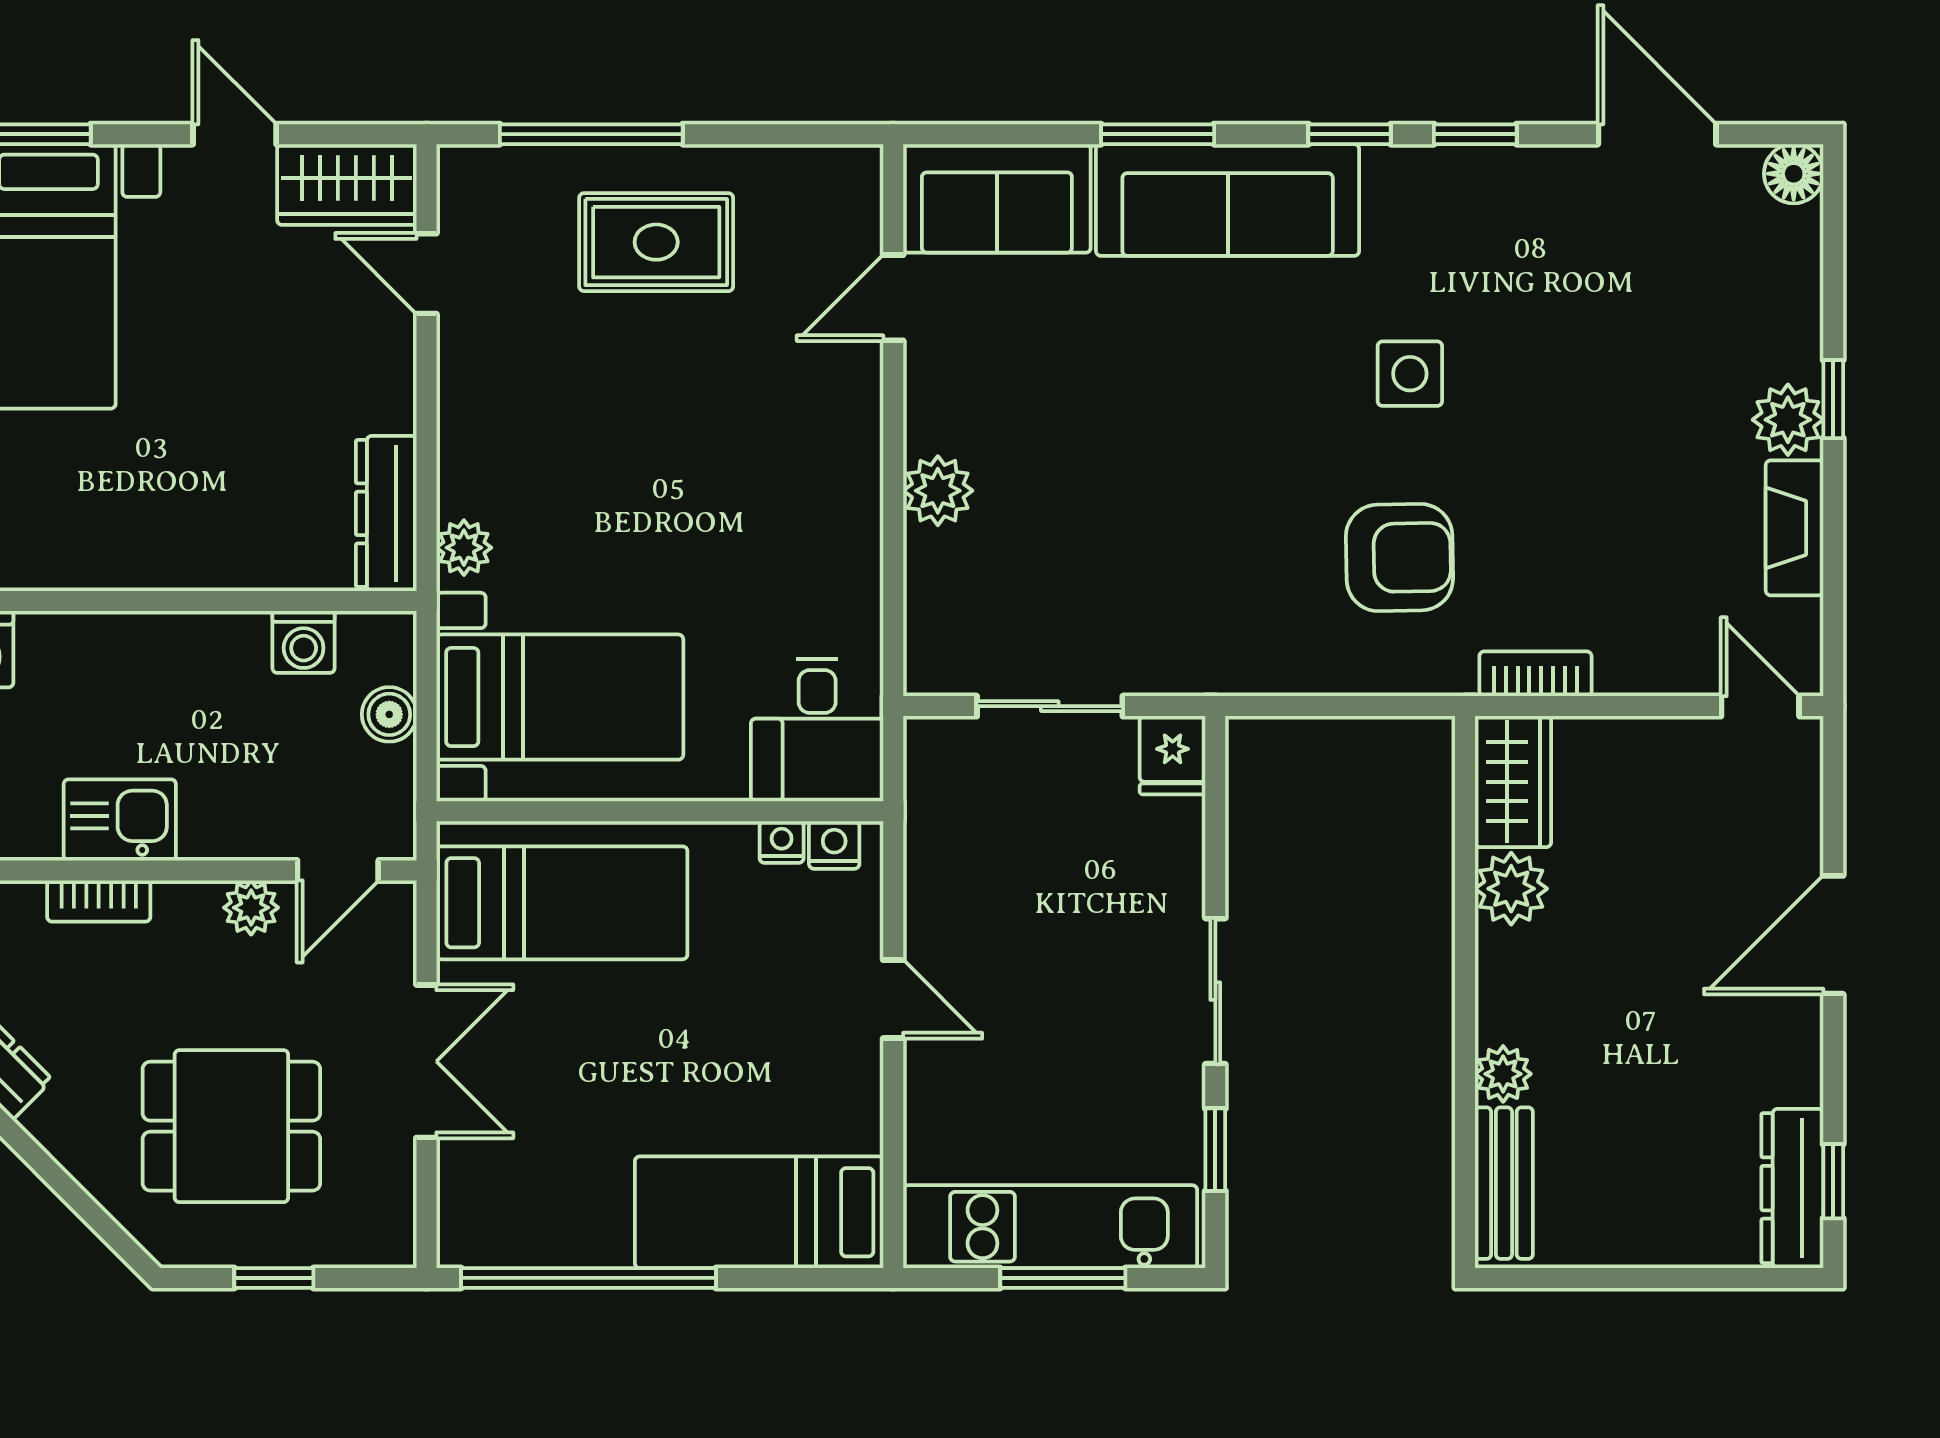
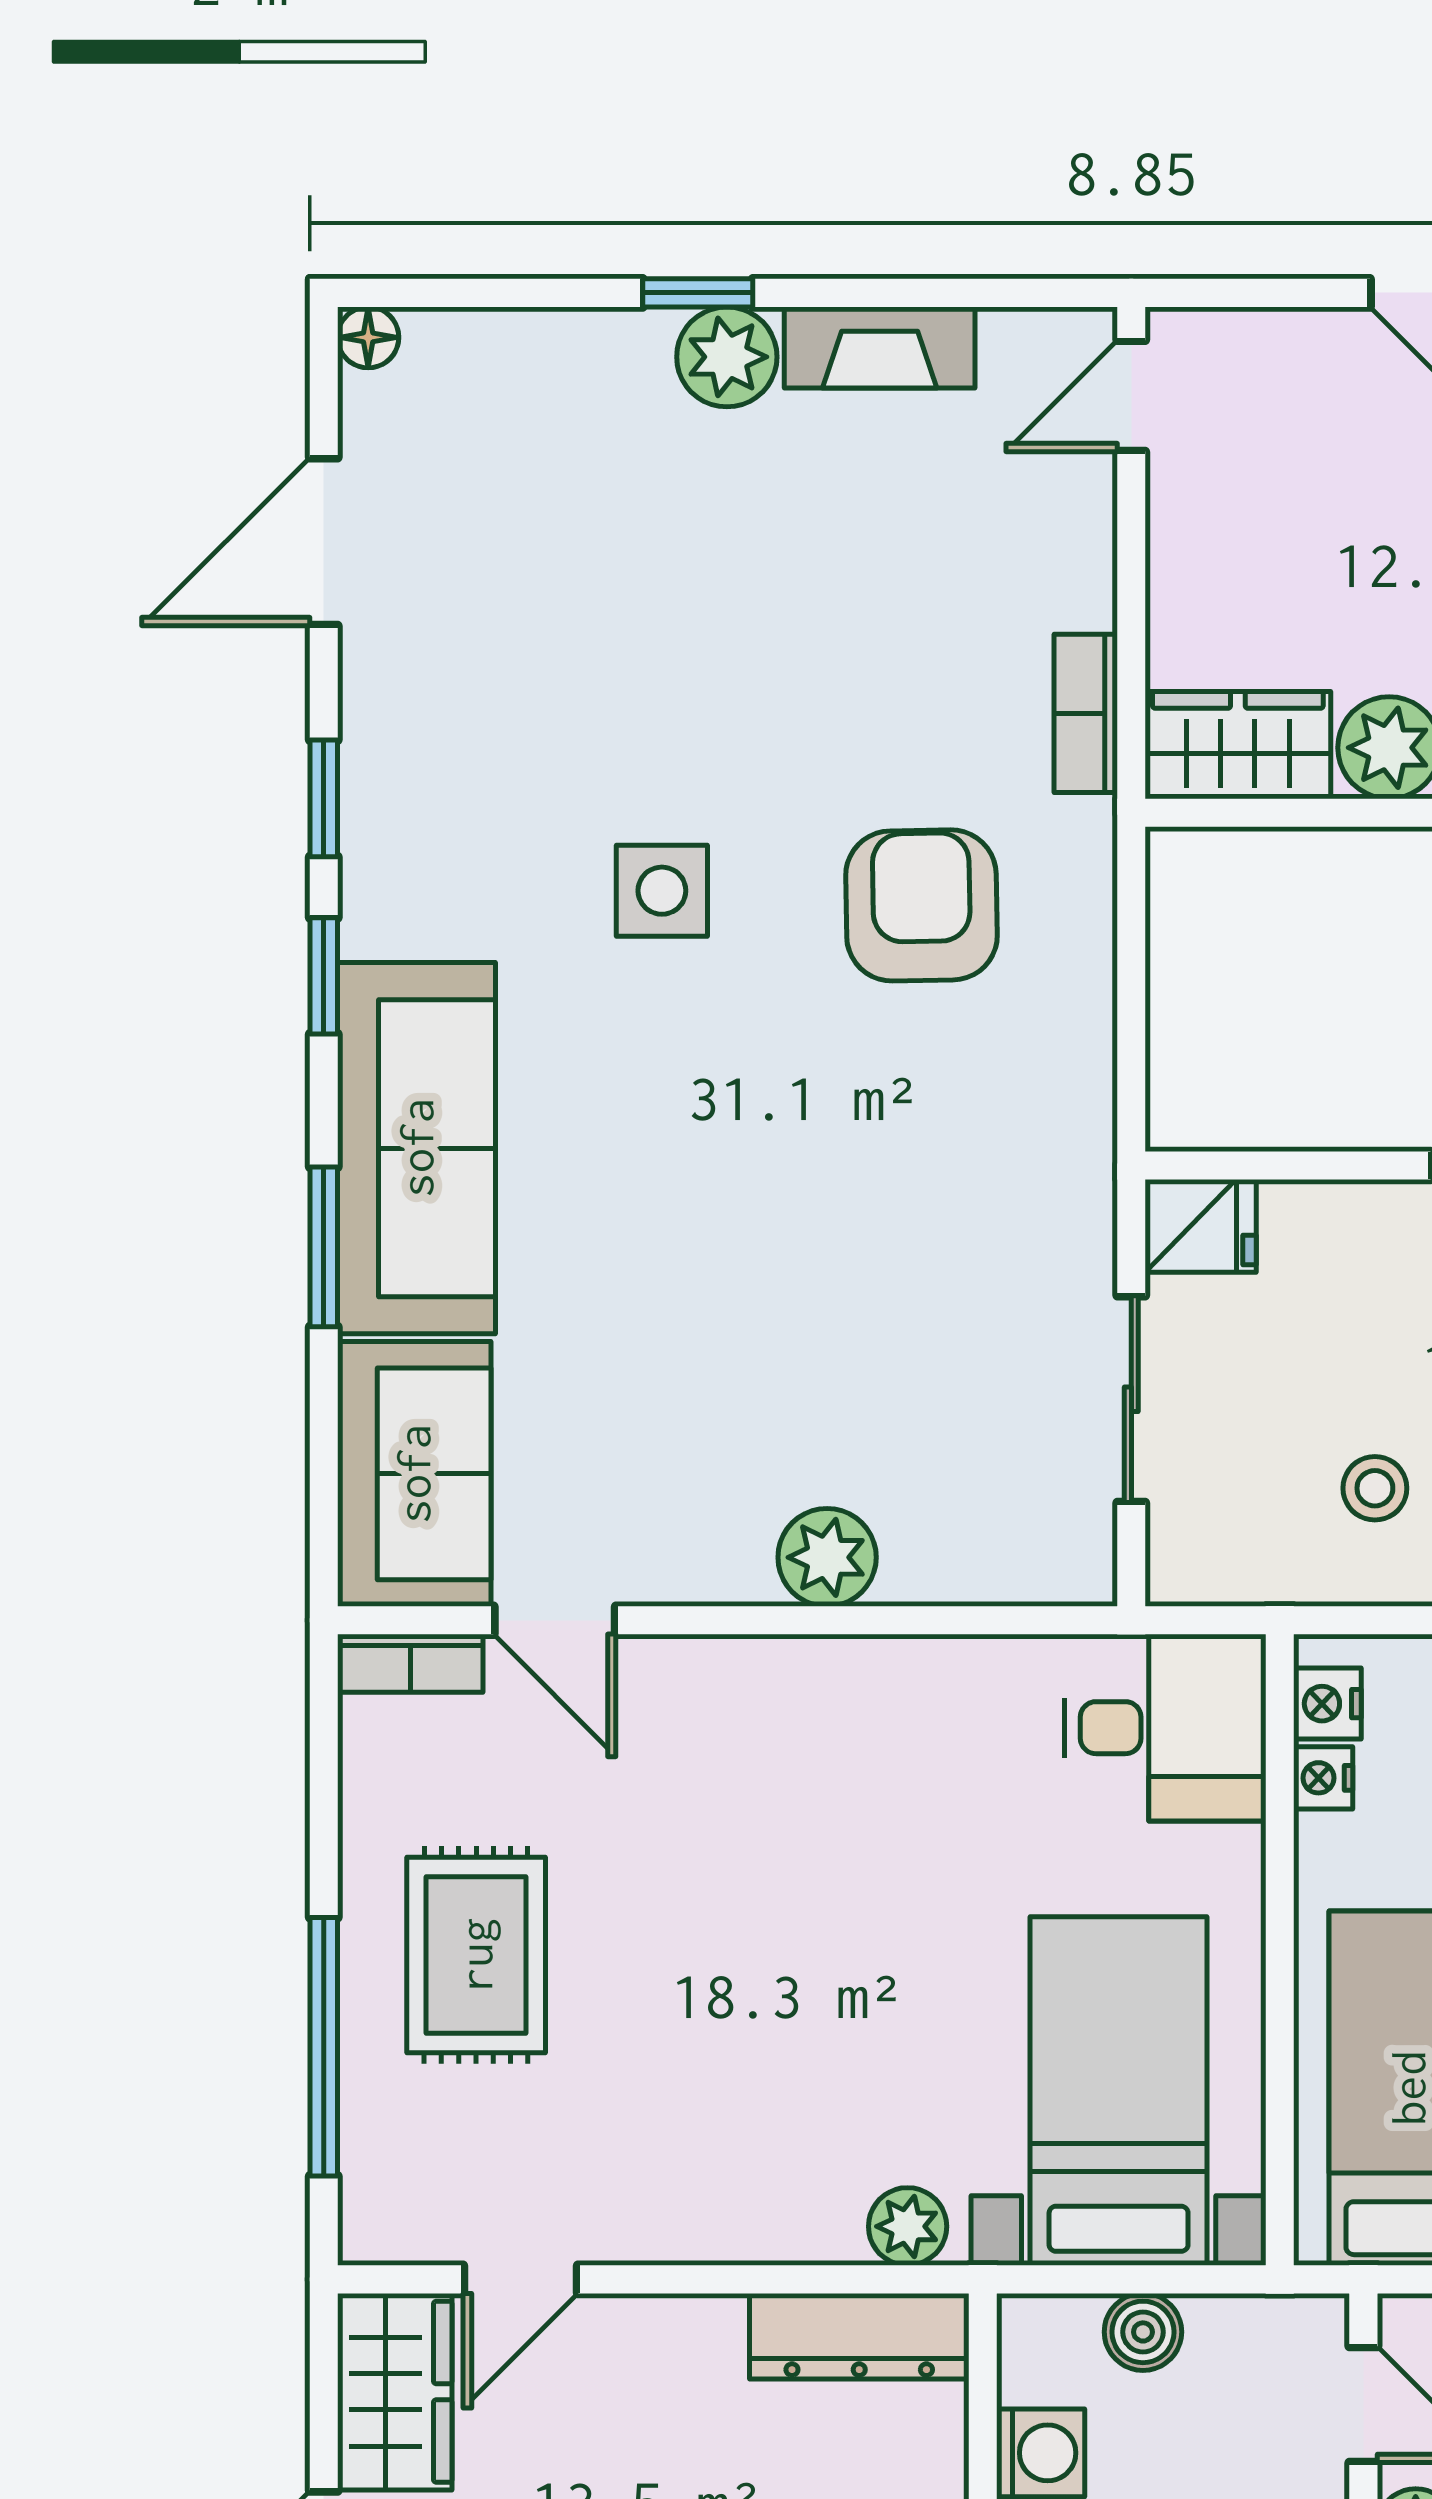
floor lamp: (1794, 174) -> (368, 337), width x0.73, depth x0.73
bookcase: (863, 195) -> (410, 1663), added
stool: (987, 879) -> (1375, 1488), added

